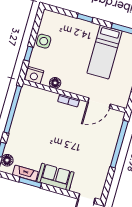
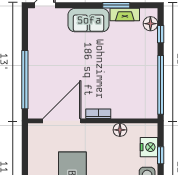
nightstand: (34, 75) -> (149, 147), moved, turned 90
door: (99, 103) -> (62, 121), width x1.36

